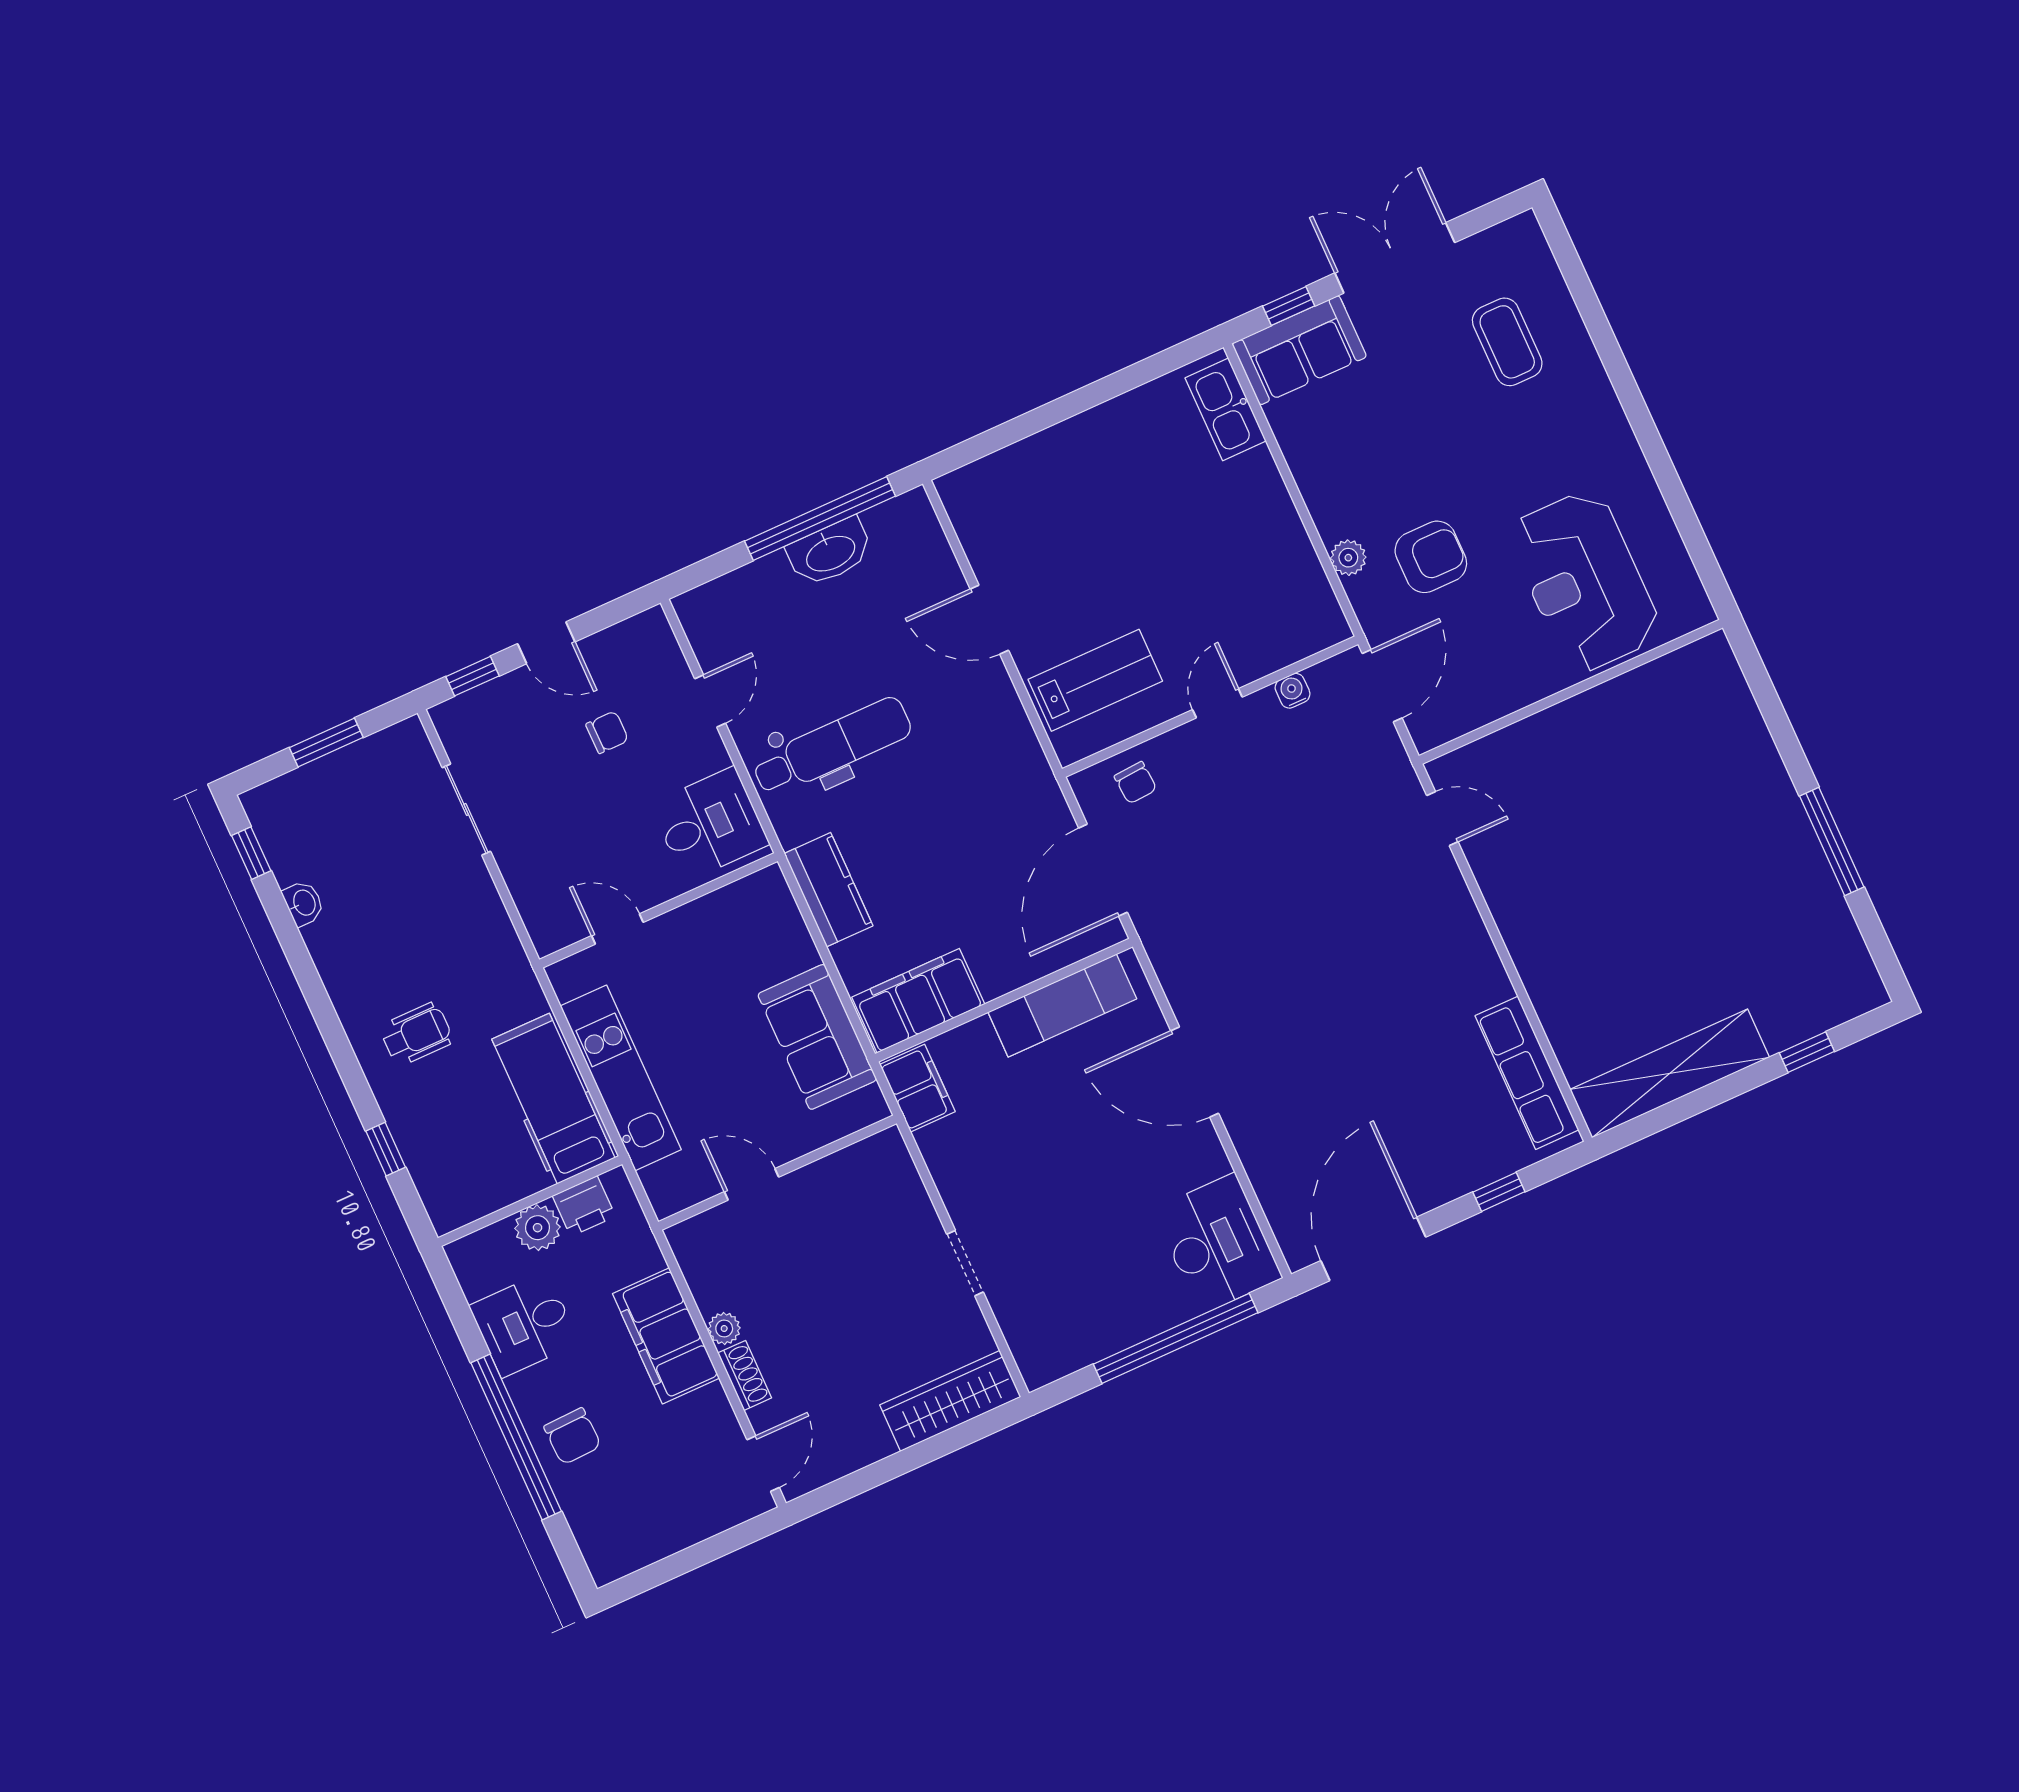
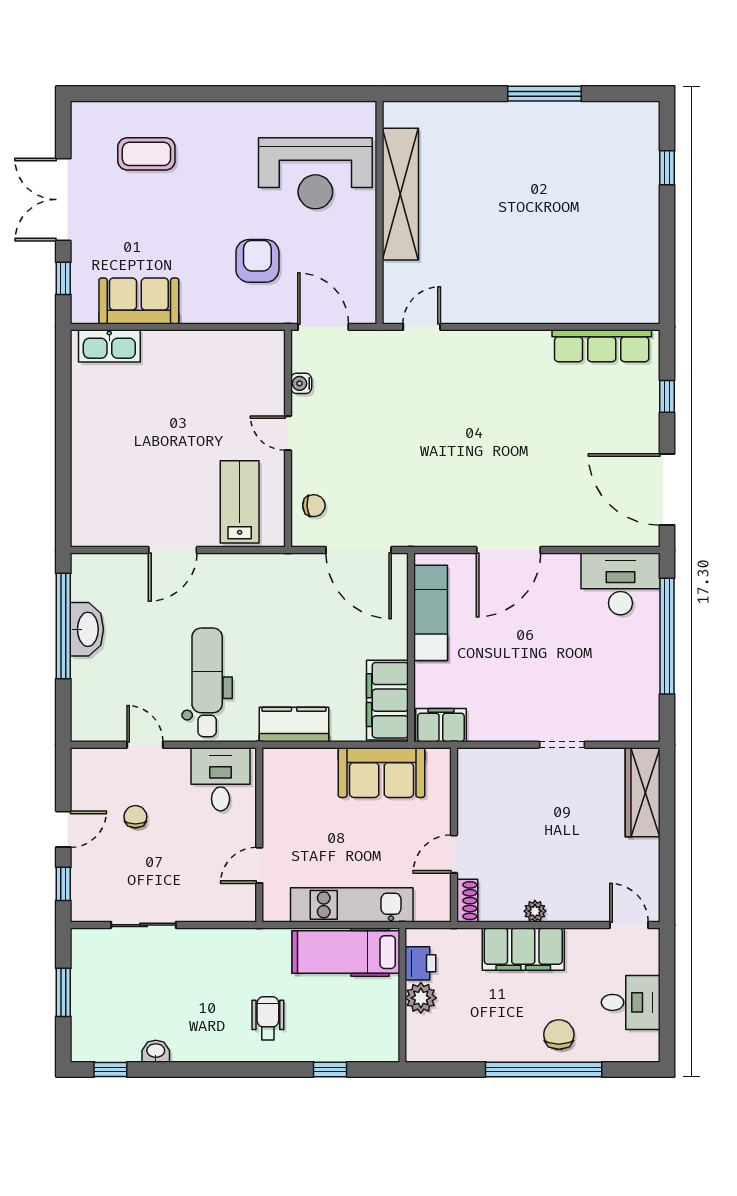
sofa: (1299, 350) -> (139, 301), moved, turned -90
plant: (1348, 558) -> (235, 312), removed
shelving: (1670, 1073) -> (400, 194), moved
desk: (524, 1324) -> (631, 1002), moved, turned -90
shoe rack: (745, 1375) -> (467, 901), moved, turned 90
chair: (572, 1436) -> (559, 1035), turned -88

